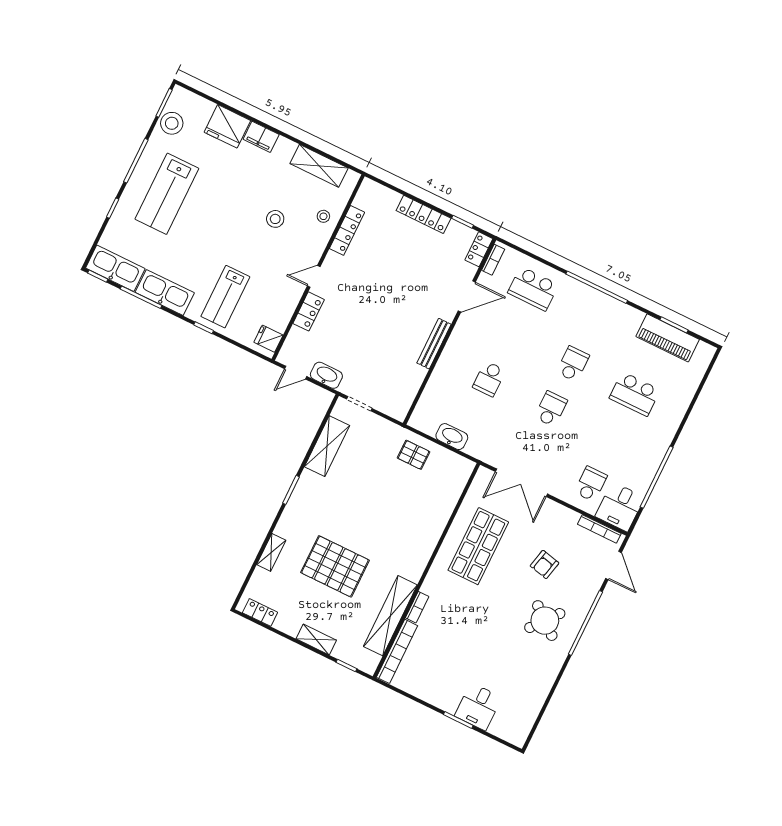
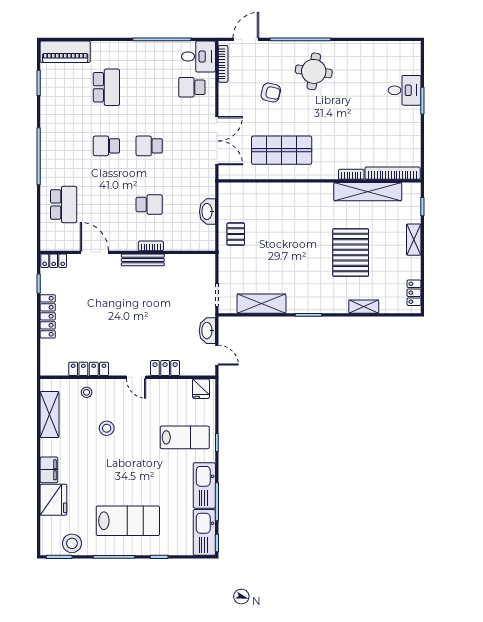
bookcase: (493, 260) -> (151, 246), moved
piano: (668, 338) -> (65, 52), moved, turned 90
round table: (545, 621) -> (314, 71), turned -31

